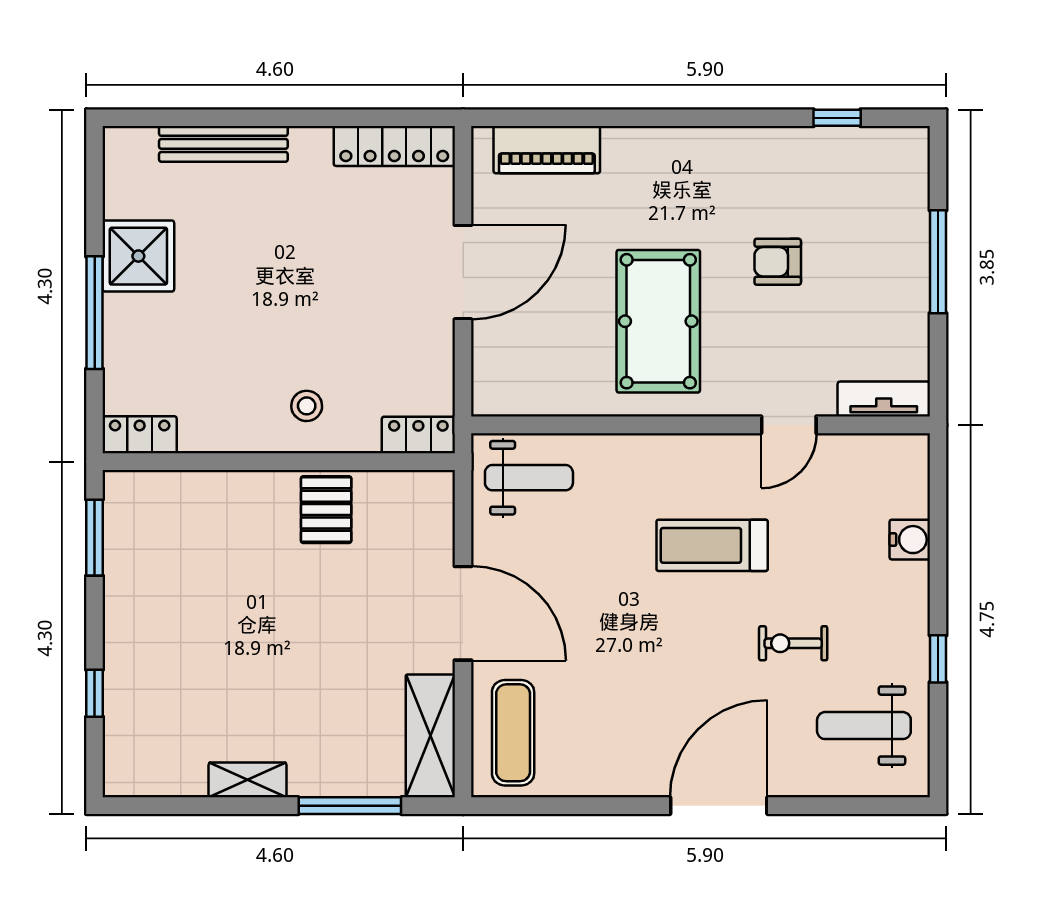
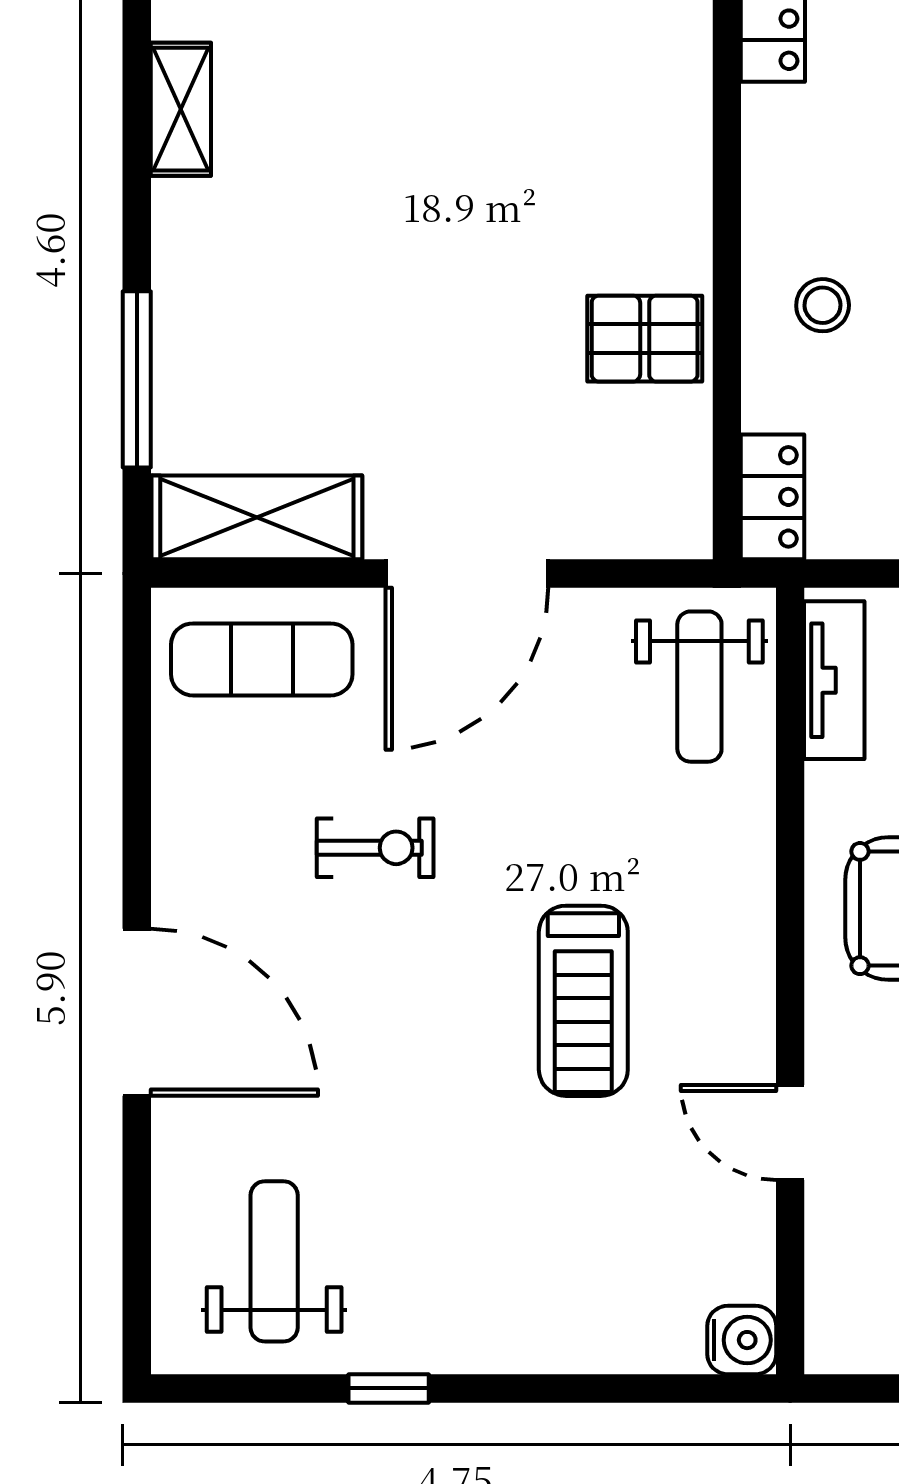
tv unit: (884, 399) -> (834, 680), moved
water cooler: (910, 540) -> (742, 1340), moved, turned -90
treadmill: (712, 545) -> (583, 1001), turned 180
exercise bike: (793, 643) -> (375, 848), moved, turned 90
shelving: (248, 780) -> (181, 109), moved

